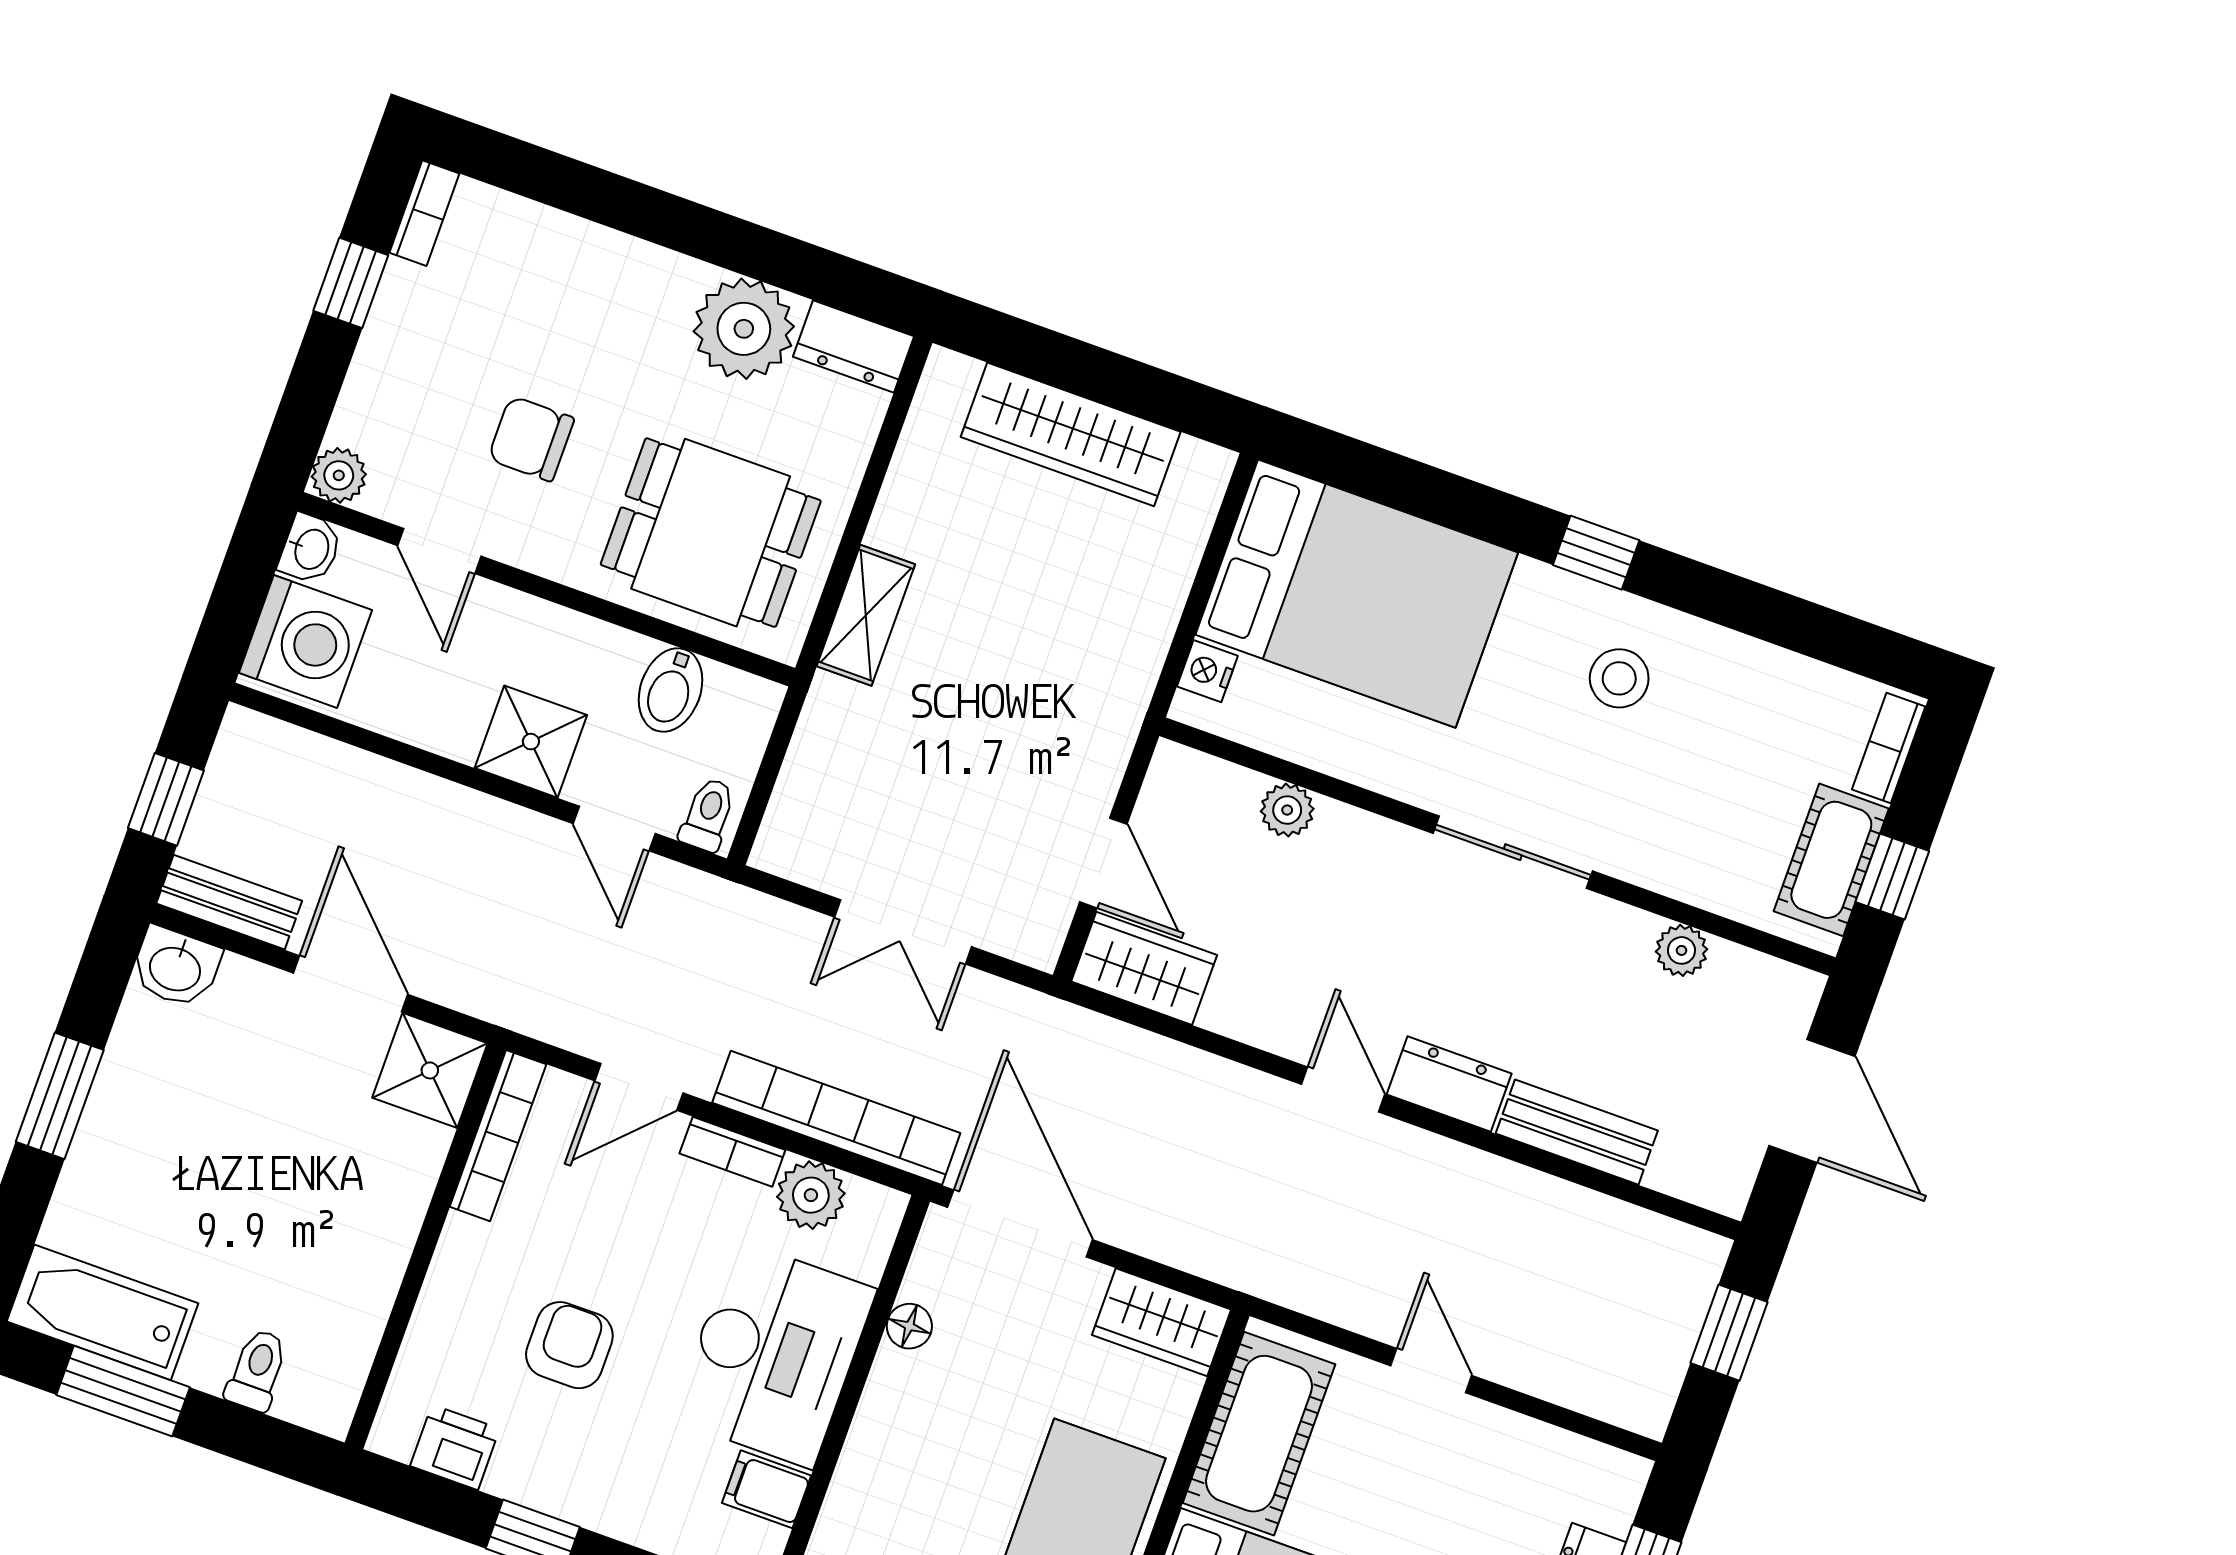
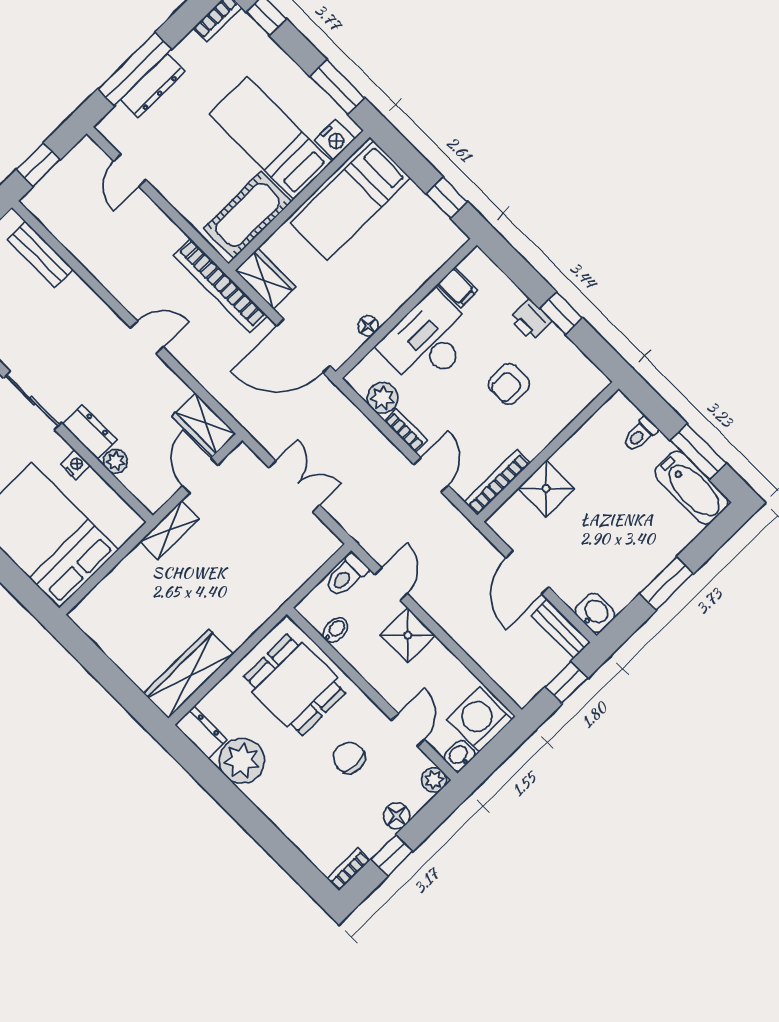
floor lamp: (379, 367) -> (397, 816), added
wardrobe: (1071, 434) -> (189, 674), moved, turned -90
chair: (531, 439) -> (349, 758), turned 180
shelving: (866, 615) -> (170, 530), moved
nightstand: (1207, 671) -> (75, 465), moved, turned -90
bidet: (670, 690) -> (335, 630), width x0.72, depth x0.74
toilet: (708, 815) -> (346, 576), width x1.37, depth x1.39
shower: (430, 1070) -> (546, 488), moved
dresser: (1449, 1084) -> (90, 432), moved, turned 180
door: (639, 1087) -> (431, 475), hinge flipped
door: (1343, 1090) -> (147, 338), swing flipped
bookcase: (836, 1118) -> (220, 286), moved
bench: (1577, 1132) -> (40, 254), moved
door: (1020, 1223) -> (303, 346), hinge flipped
door: (1431, 1371) -> (130, 170), moved
printer: (455, 1447) -> (531, 320), moved

